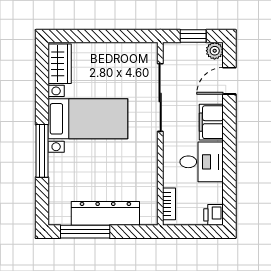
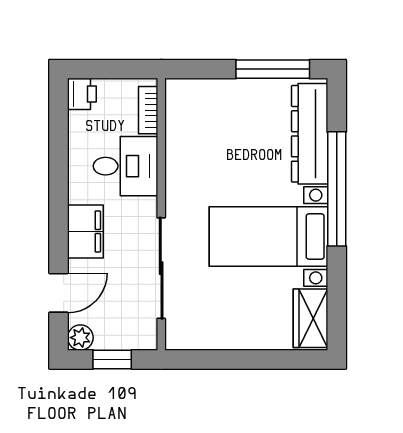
window: (42, 151) -> (337, 189), width x1.46
desk: (202, 162) -> (125, 166), moved, turned 180
dresser: (105, 213) -> (310, 134), moved, turned 90

